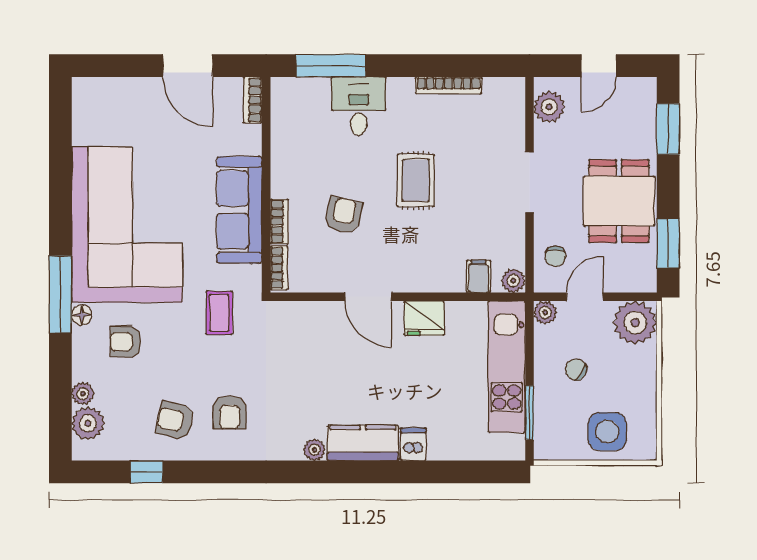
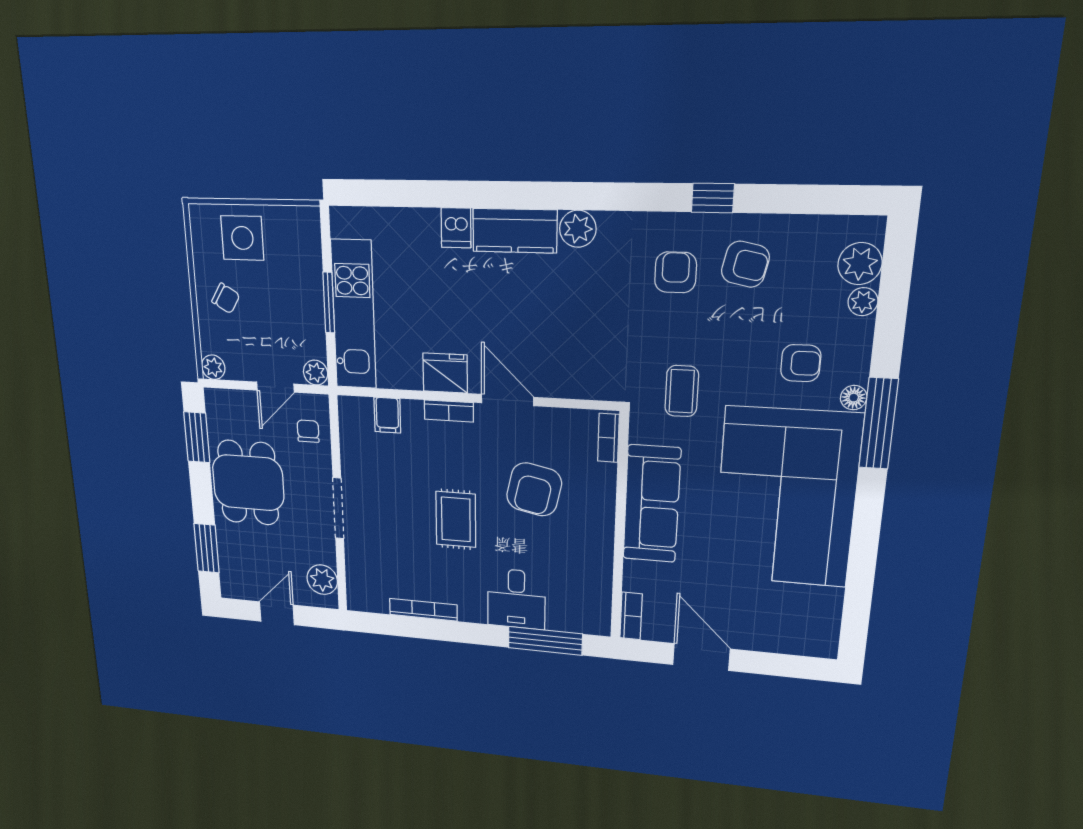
armchair: (344, 215) -> (534, 489), width x1.38, depth x1.38
bookcase: (279, 222) -> (449, 411), moved, turned -90
plant: (513, 281) -> (350, 408), removed
plant: (635, 323) -> (213, 367), width x0.53, depth x0.53
chair: (576, 370) -> (226, 298), moved
window: (529, 413) -> (329, 303), moved
plant: (314, 450) -> (578, 229), width x1.38, depth x1.38
window: (147, 472) -> (713, 198), moved

